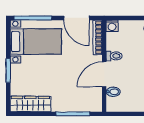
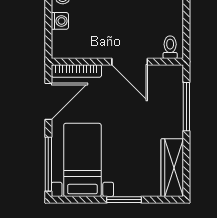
washing machine: (112, 26) -> (60, 21), moved
toilet: (114, 56) -> (170, 47), moved
bidet: (113, 92) -> (155, 49), removed

